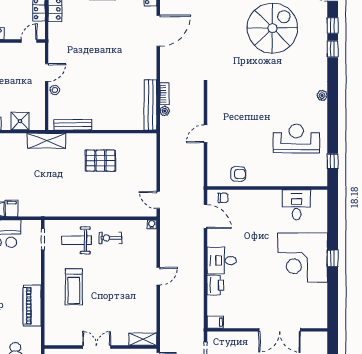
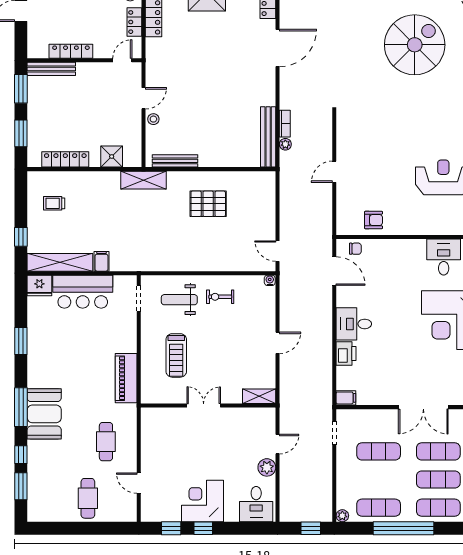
shelving: (143, 339) -> (259, 396), moved
double door: (97, 347) -> (204, 406), moved
wall: (100, 347) -> (208, 406), moved

